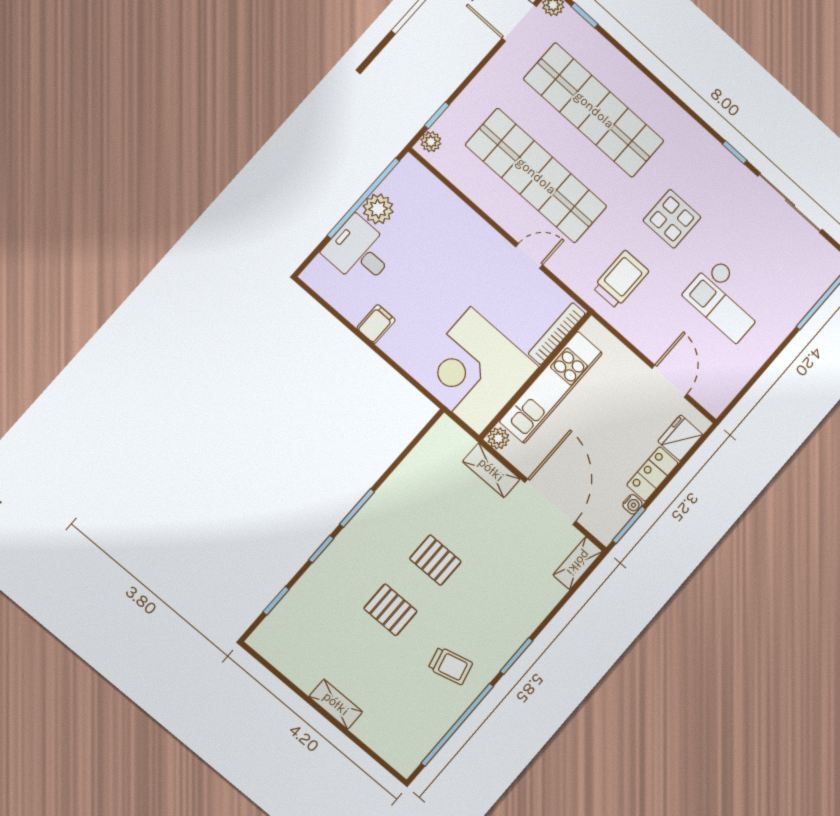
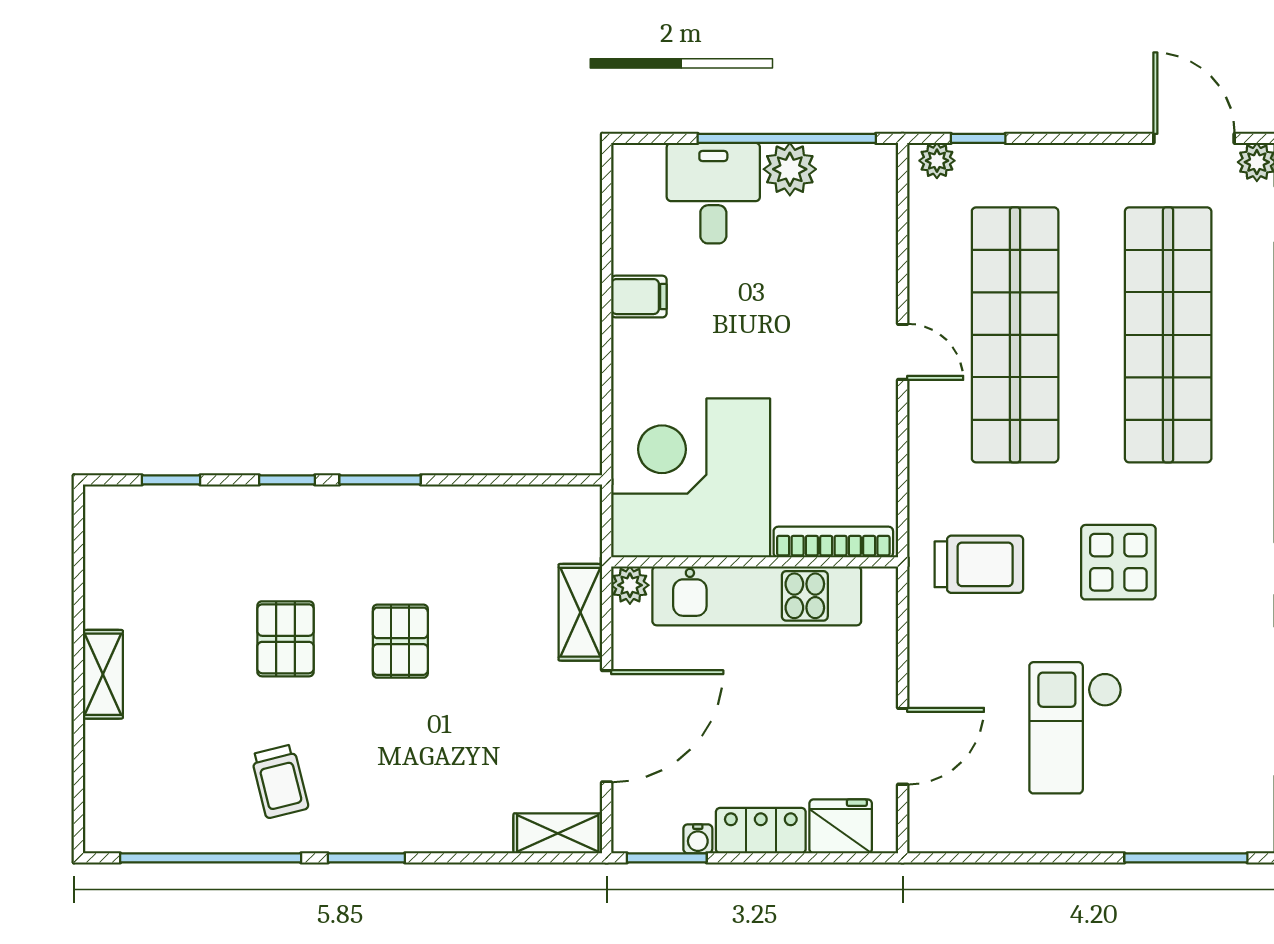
door: (529, 256) -> (903, 352), moved

